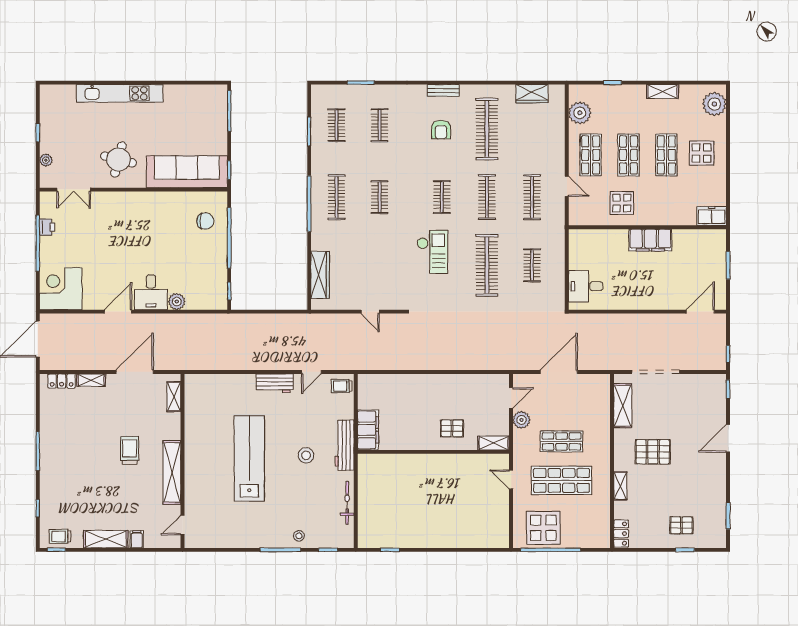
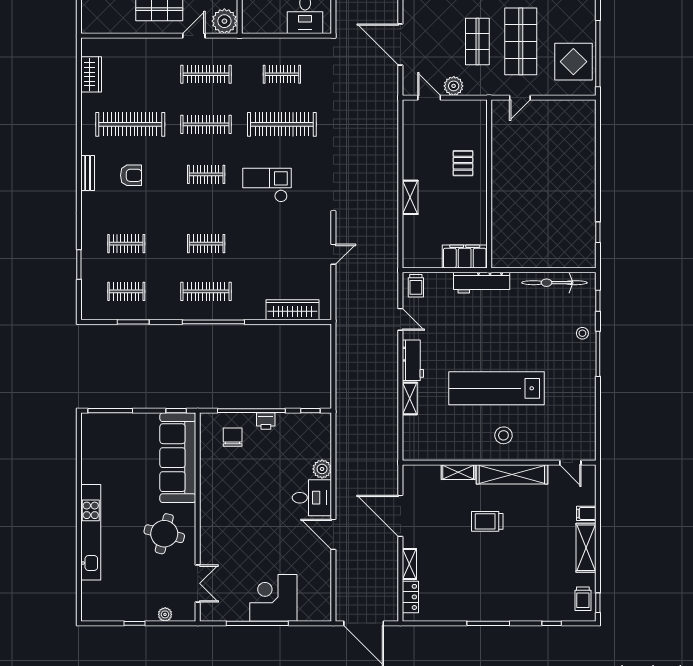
plant: (580, 113) -> (224, 21), moved
printer: (47, 227) -> (266, 421), moved, turned 180
corner desk: (61, 289) -> (273, 598), moved, turned 90
shelving: (240, 380) -> (410, 398), added
shelving: (174, 397) -> (458, 472), moved
shelving: (494, 443) -> (410, 197), moved
stool: (306, 455) -> (503, 435), moved
bicycle: (347, 503) -> (554, 283), width x1.37, depth x1.40

